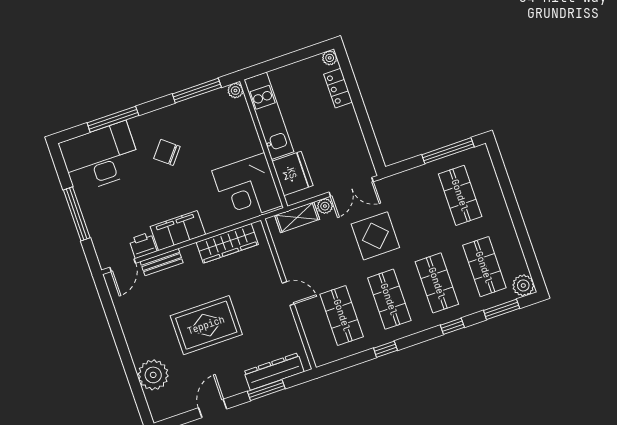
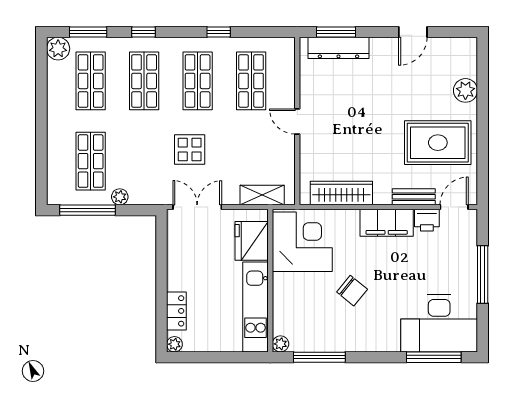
window: (113, 119) -> (434, 357), moved
chair: (167, 152) -> (352, 291), moved
plant: (325, 206) -> (120, 197), moved
display table: (375, 236) -> (190, 149), width x0.73, depth x0.73
rug: (206, 325) -> (438, 143), moved
plant: (153, 375) -> (465, 90), width x0.73, depth x0.73
window: (266, 390) -> (336, 32), moved

